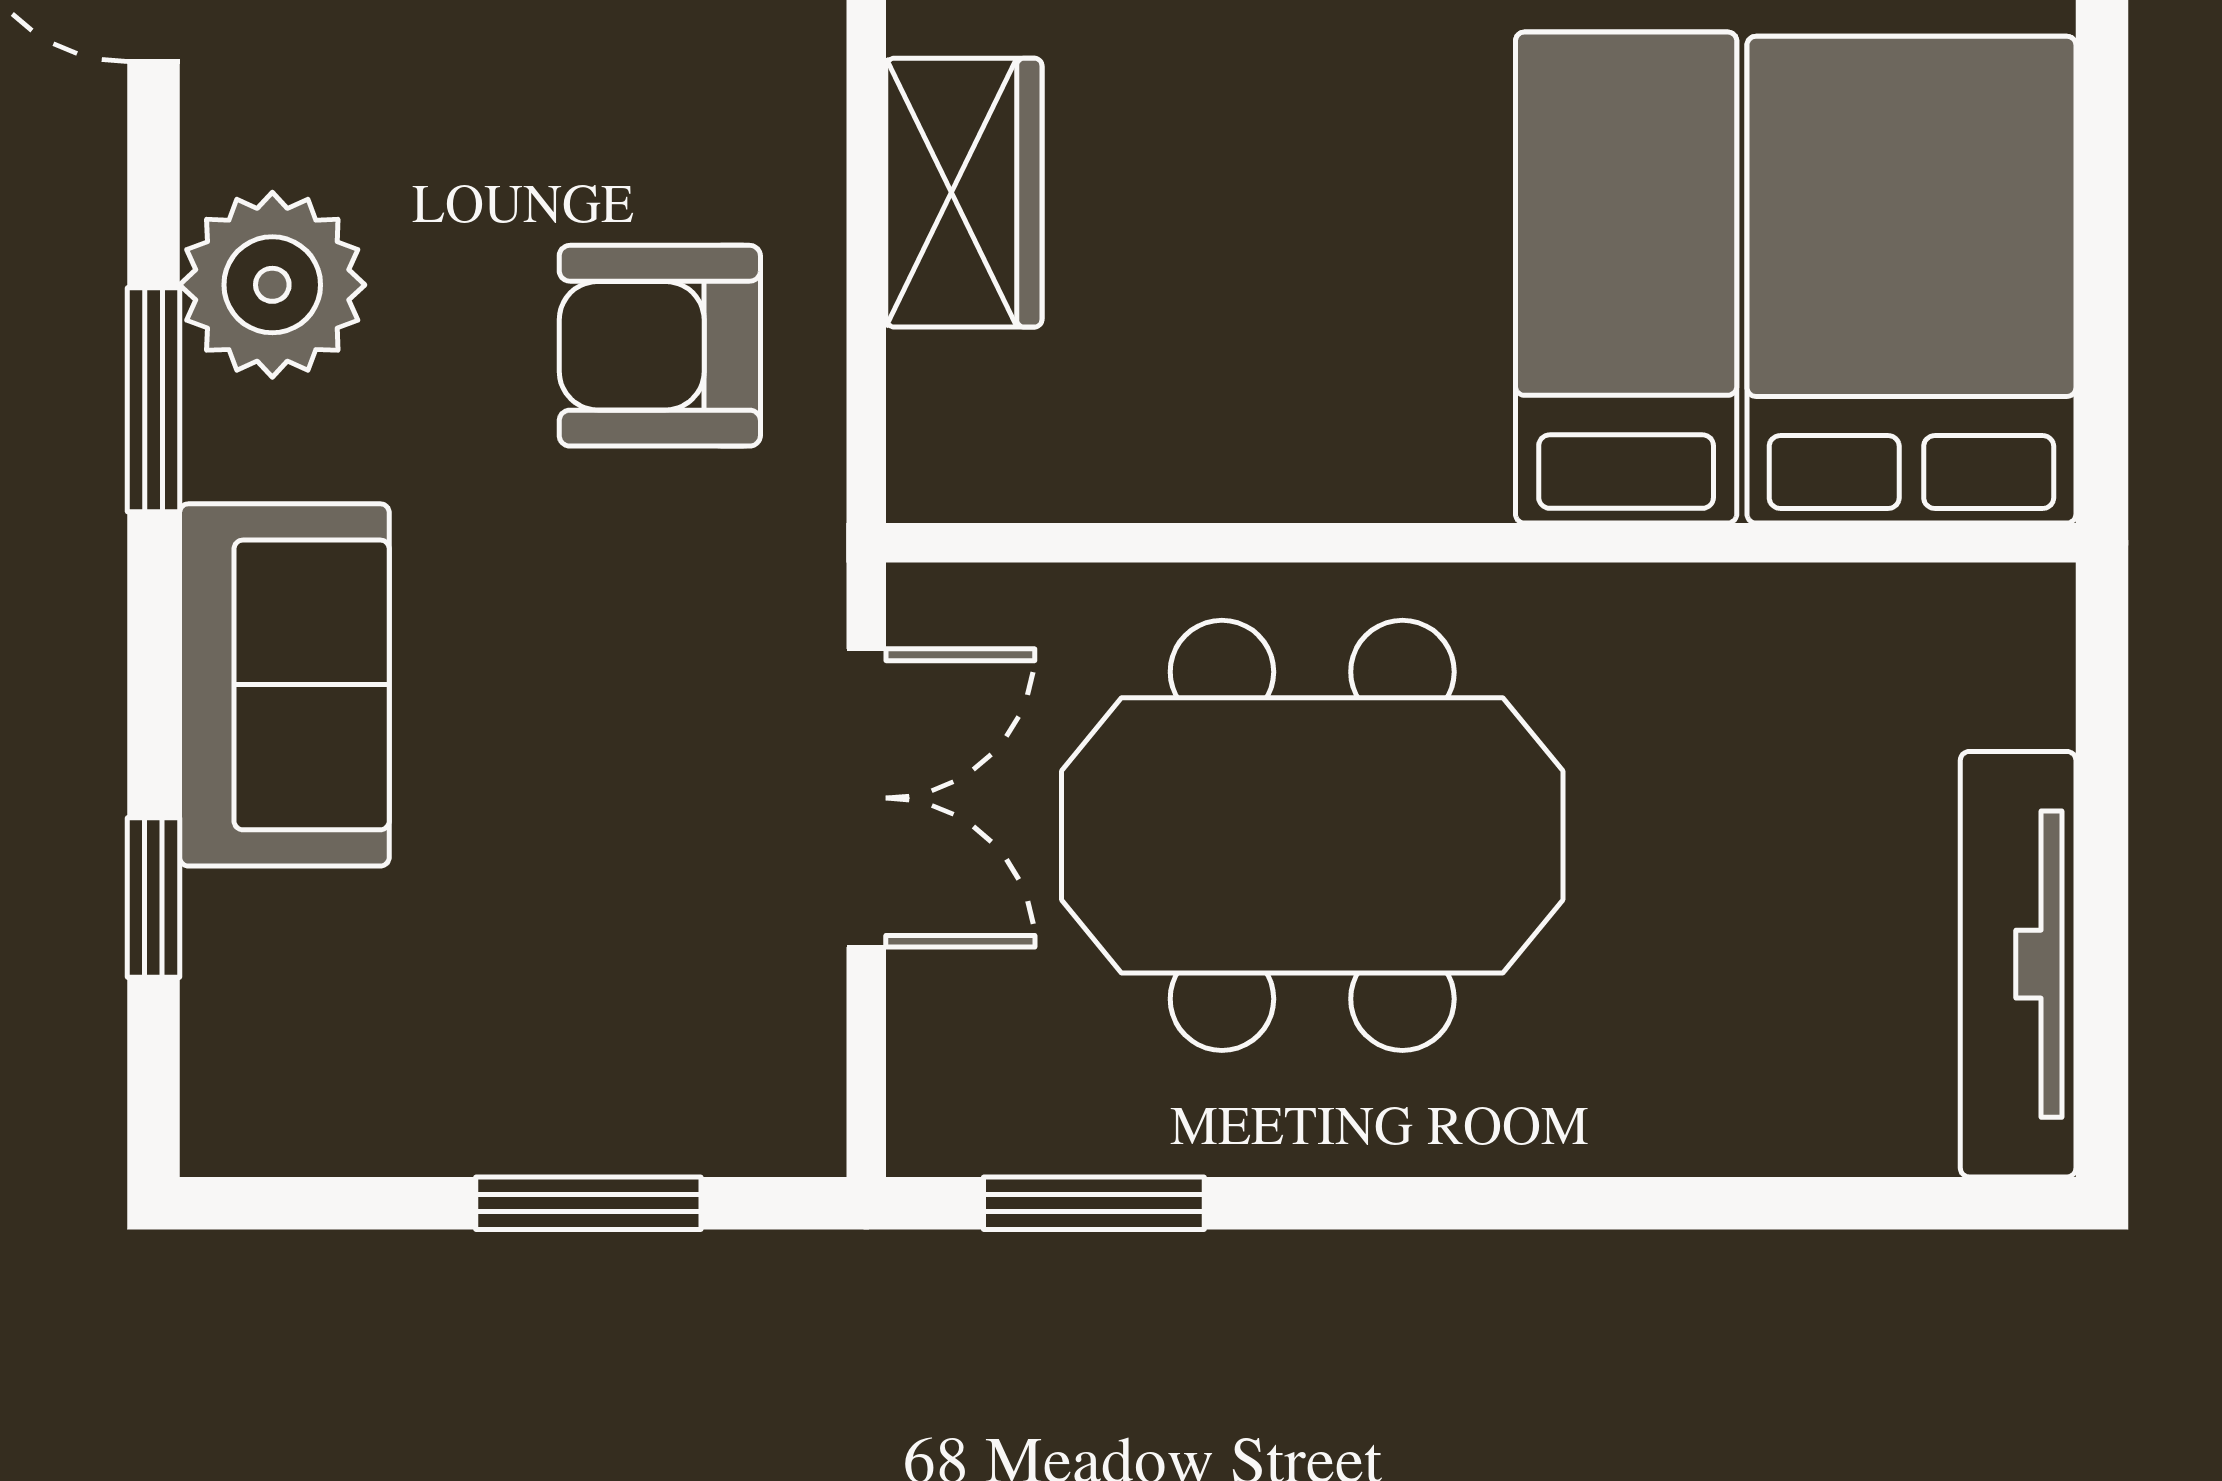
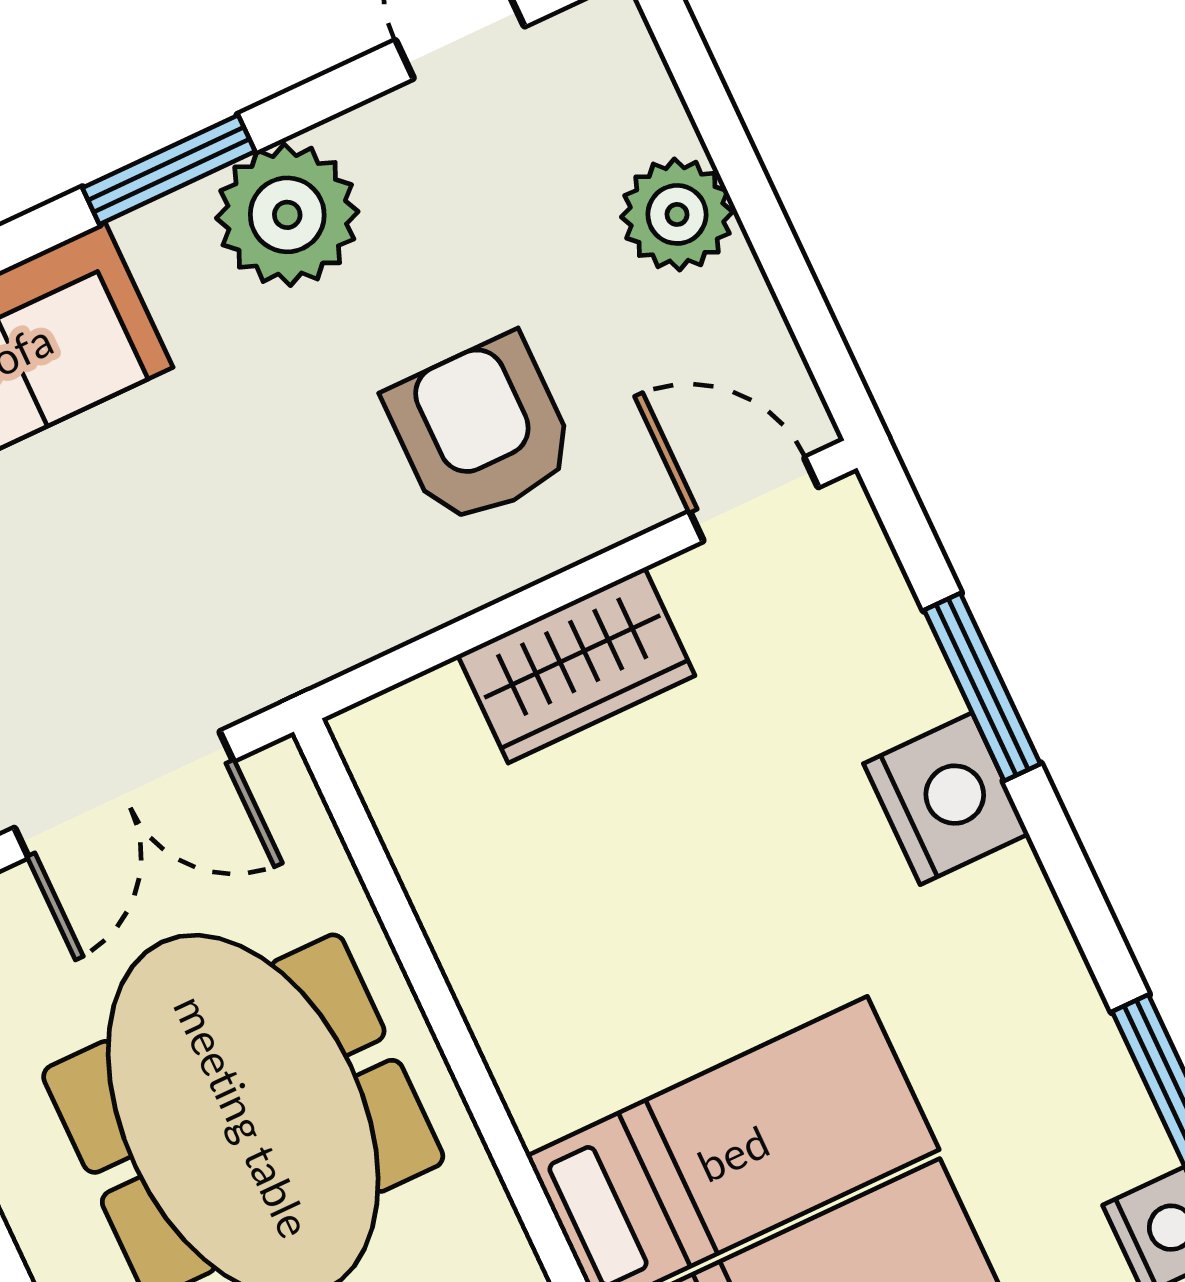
armchair: (660, 346) -> (481, 430), moved

